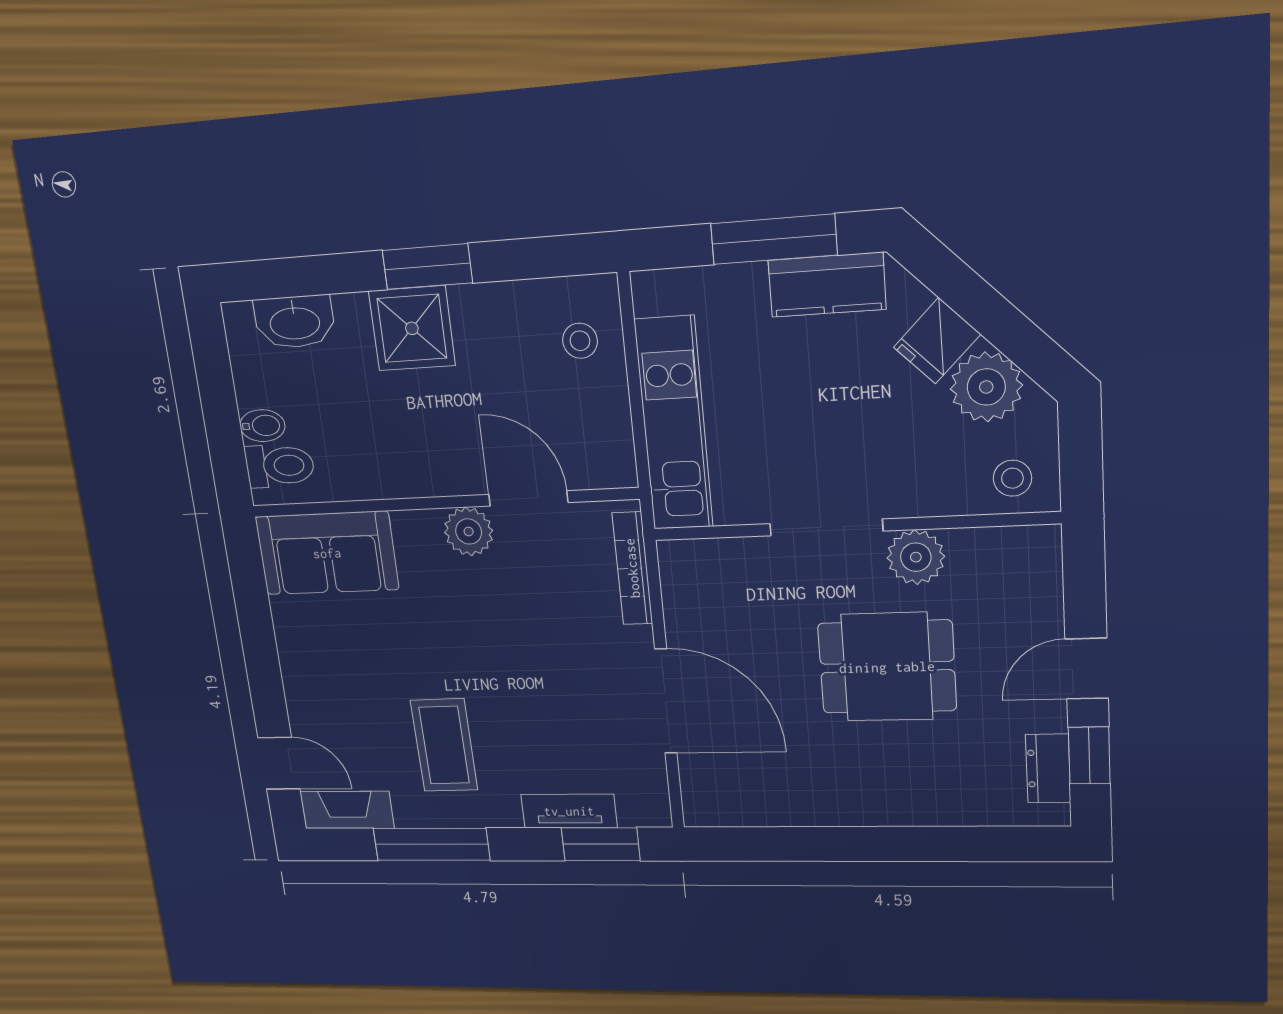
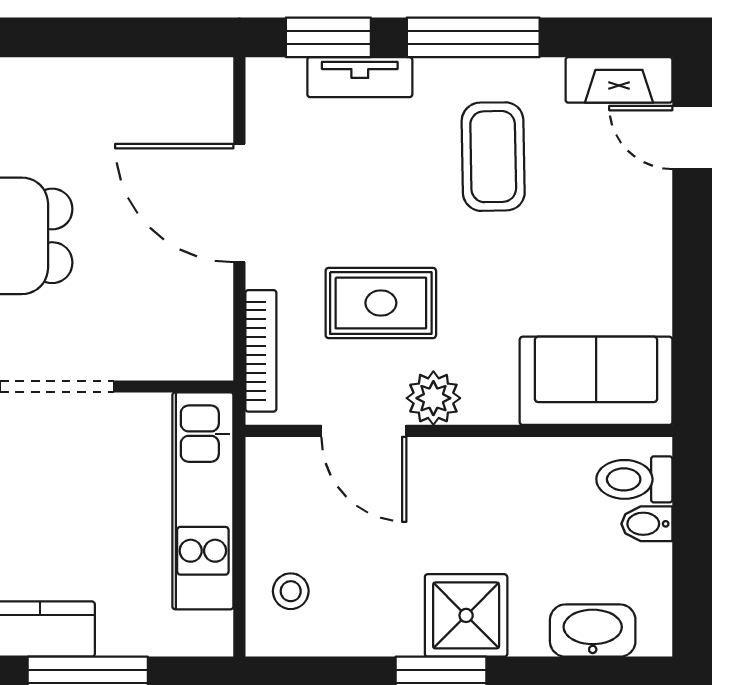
rug: (527, 616) -> (381, 303), added
window: (431, 844) -> (473, 37), moved

